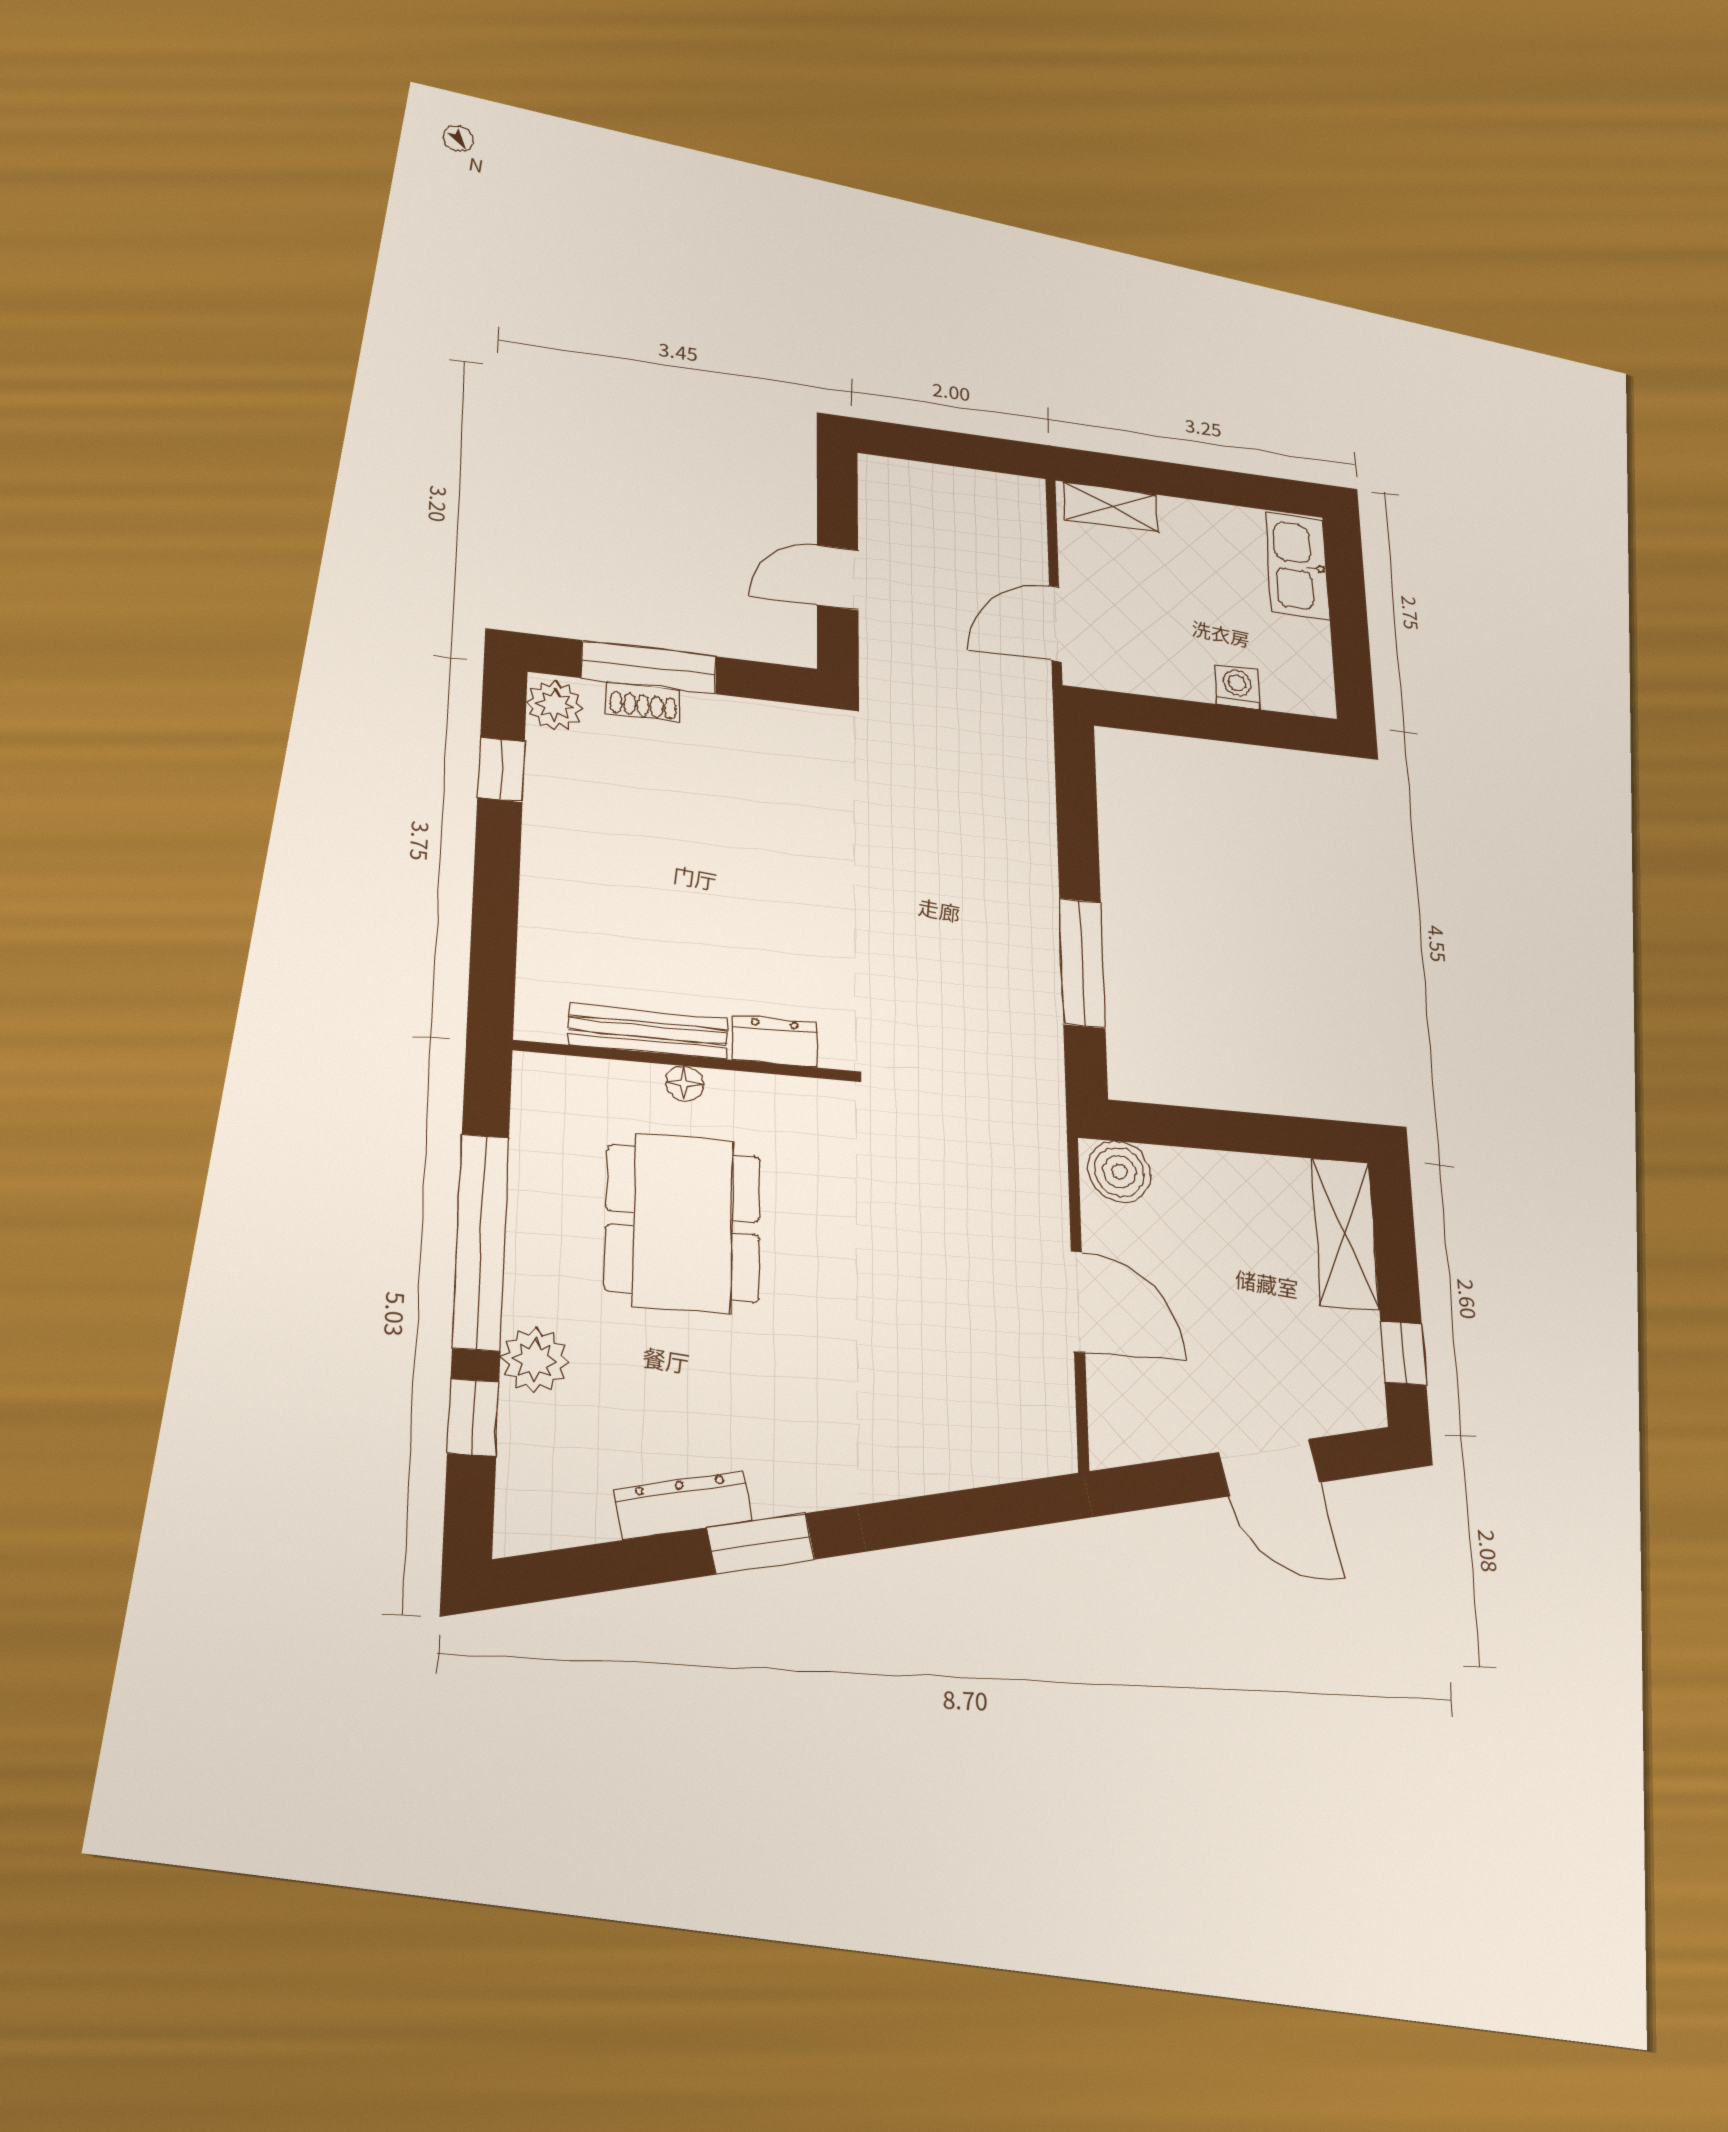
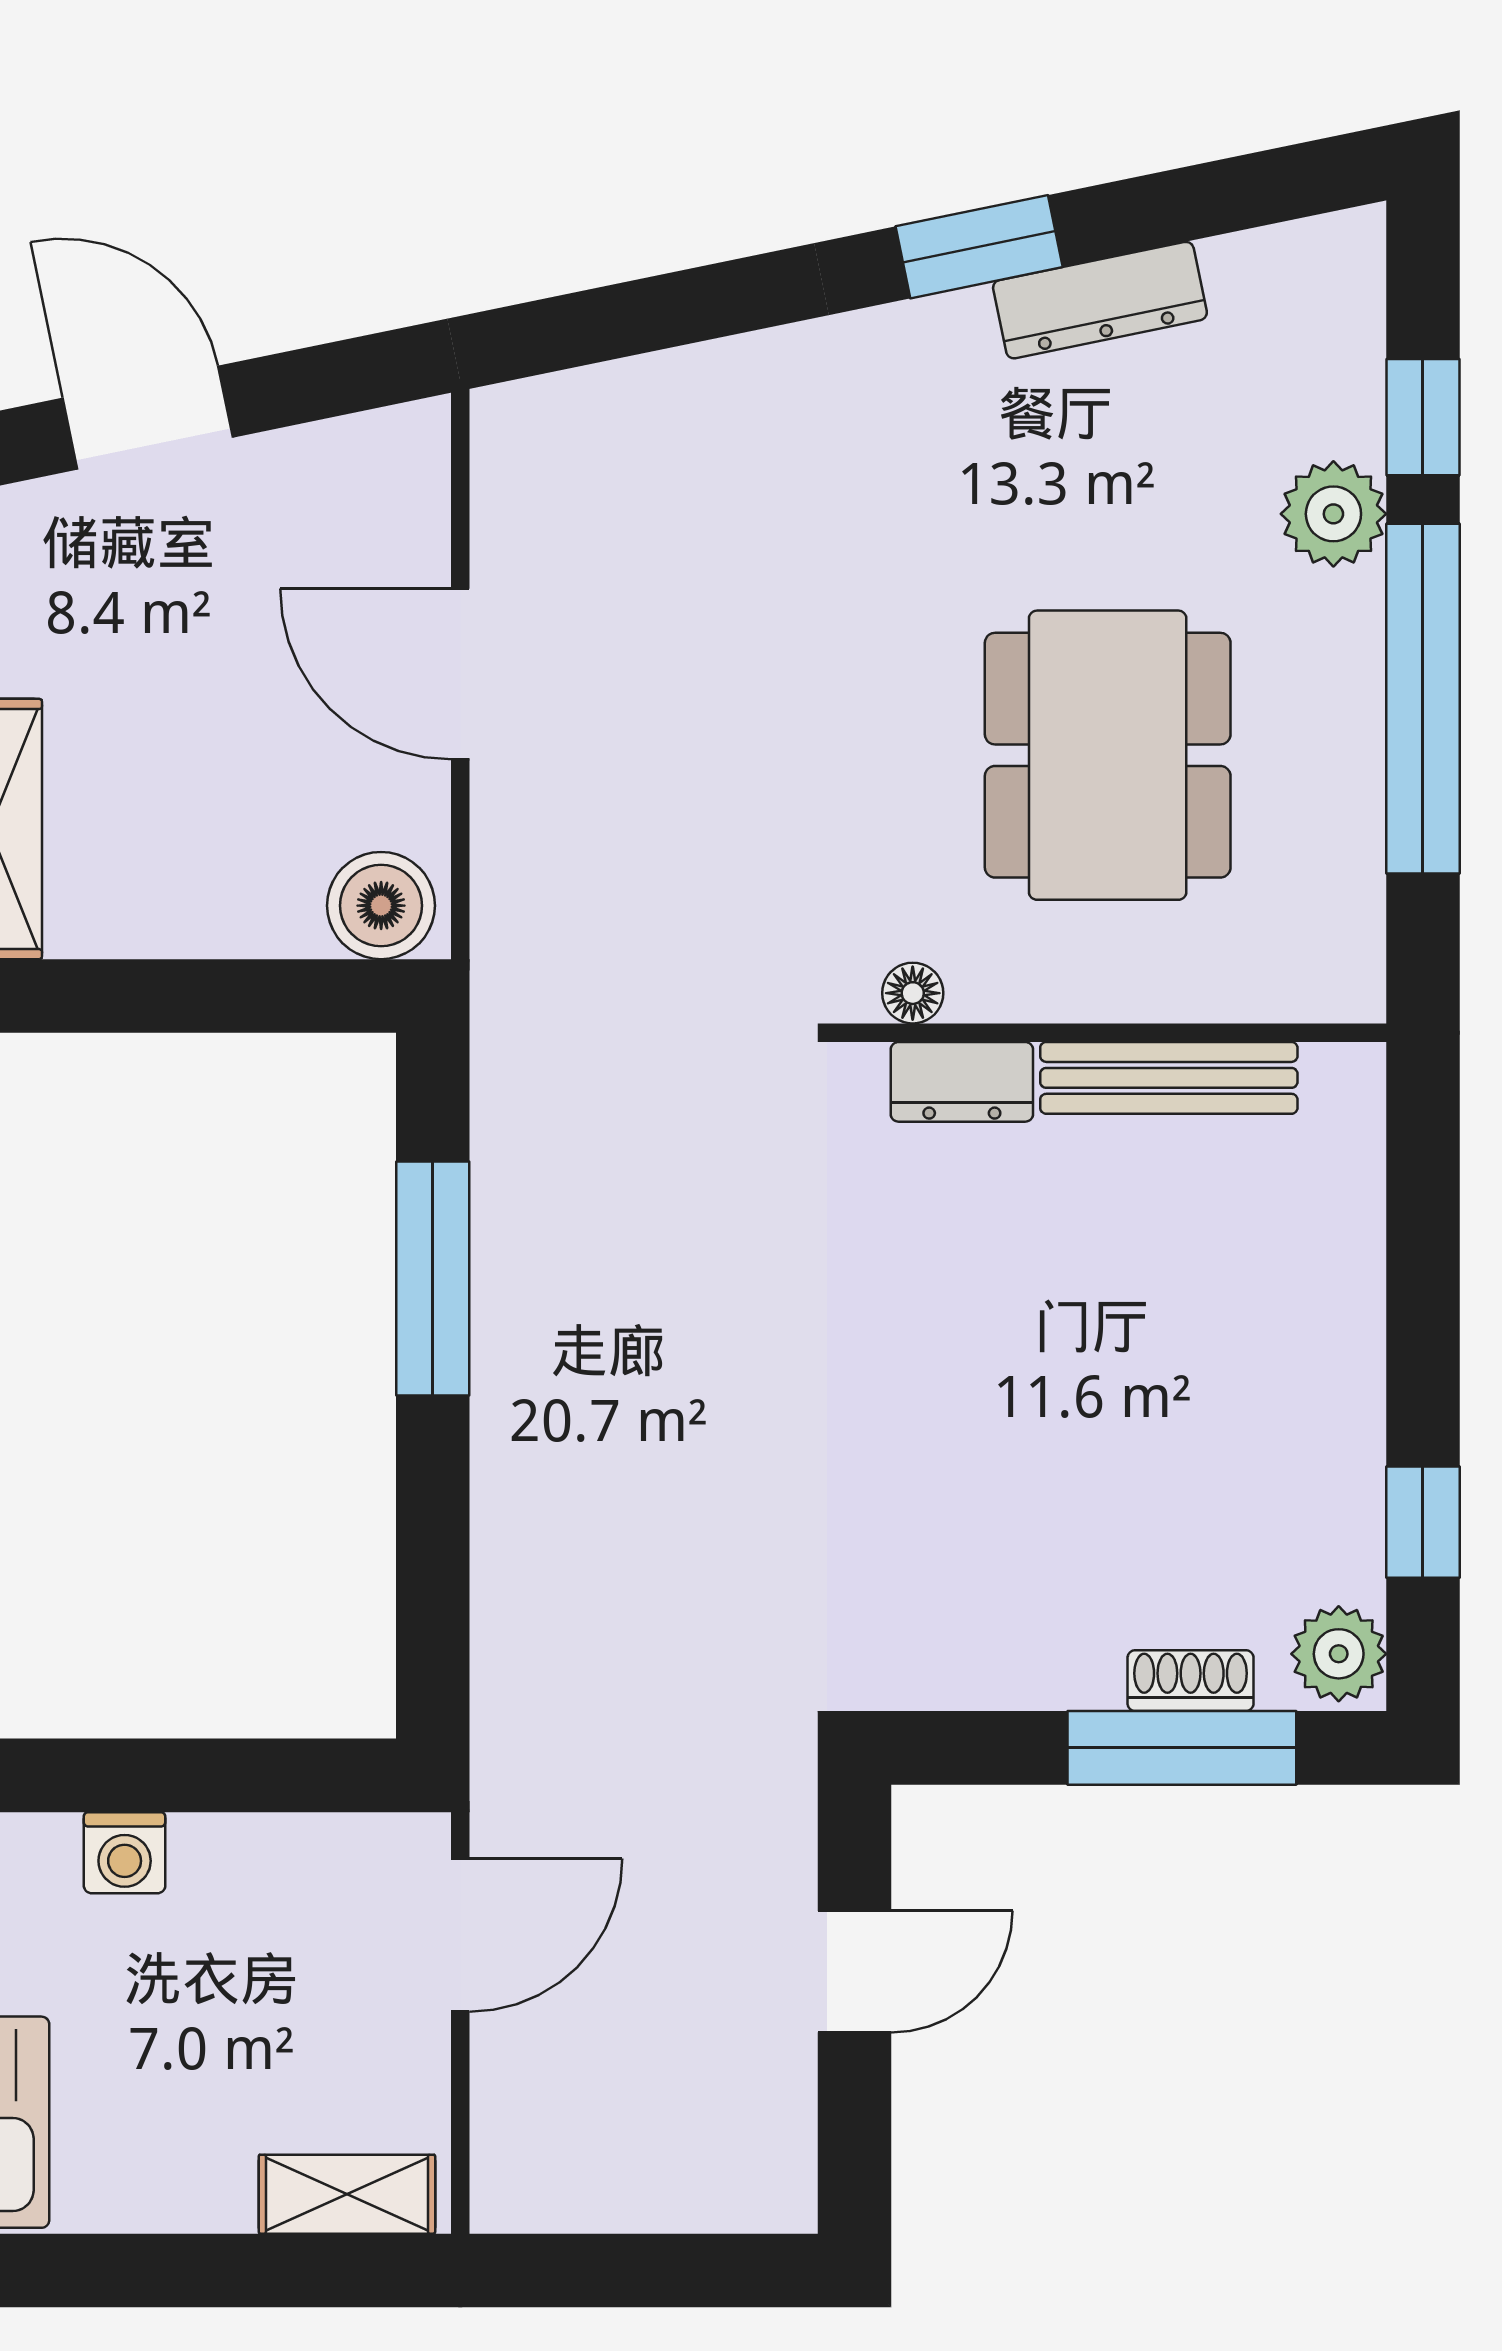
floor lamp: (684, 1084) -> (913, 993), moved

